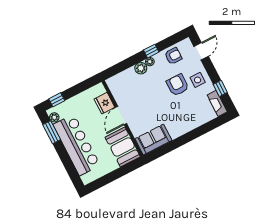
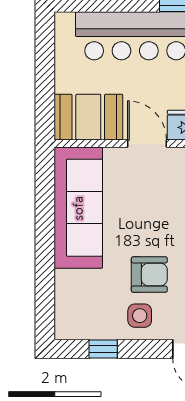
fireplace: (217, 103) -> (79, 329), removed
sofa: (153, 140) -> (78, 208), width x1.85, depth x1.27

